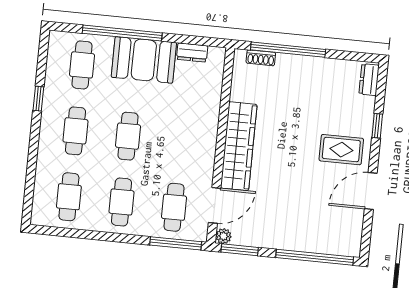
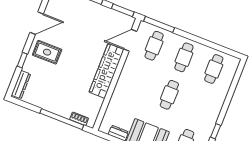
dresser: (369, 80) -> (21, 85), width x1.44
cafe table: (75, 131) -> (199, 106), removed
plant: (223, 236) -> (130, 21), removed

